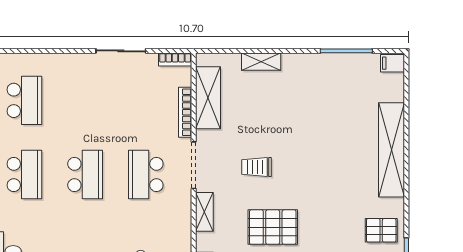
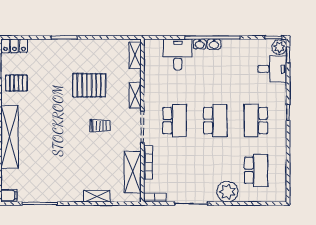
plant: (67, 68) -> (228, 192), added
school desk: (24, 100) -> (256, 170), turned 180
school desk: (85, 175) -> (215, 121), turned 180

